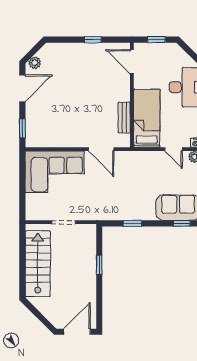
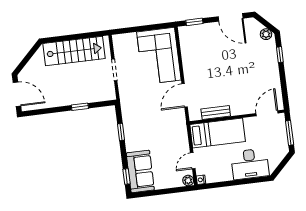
window: (93, 40) -> (280, 55), moved
window: (156, 40) -> (290, 133), width x1.50
plant: (35, 63) -> (266, 34), moved

